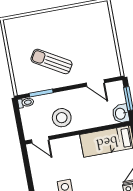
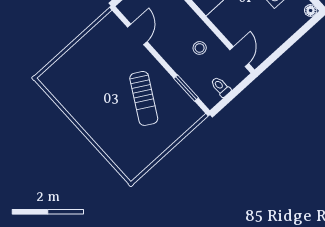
toilet: (26, 103) -> (221, 87), moved
stool: (62, 118) -> (200, 48), width x0.53, depth x0.53

